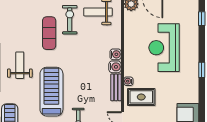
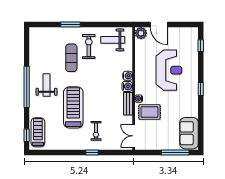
reception desk: (164, 48) -> (169, 70), turned 180

